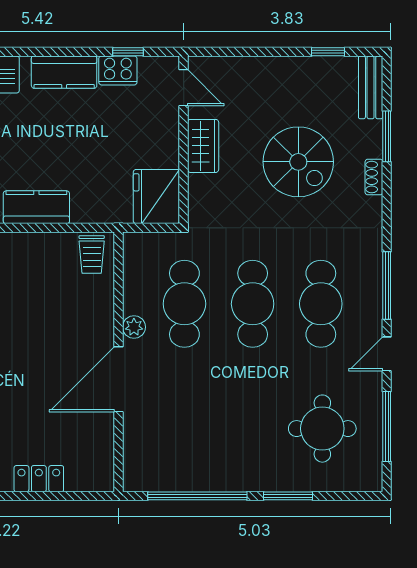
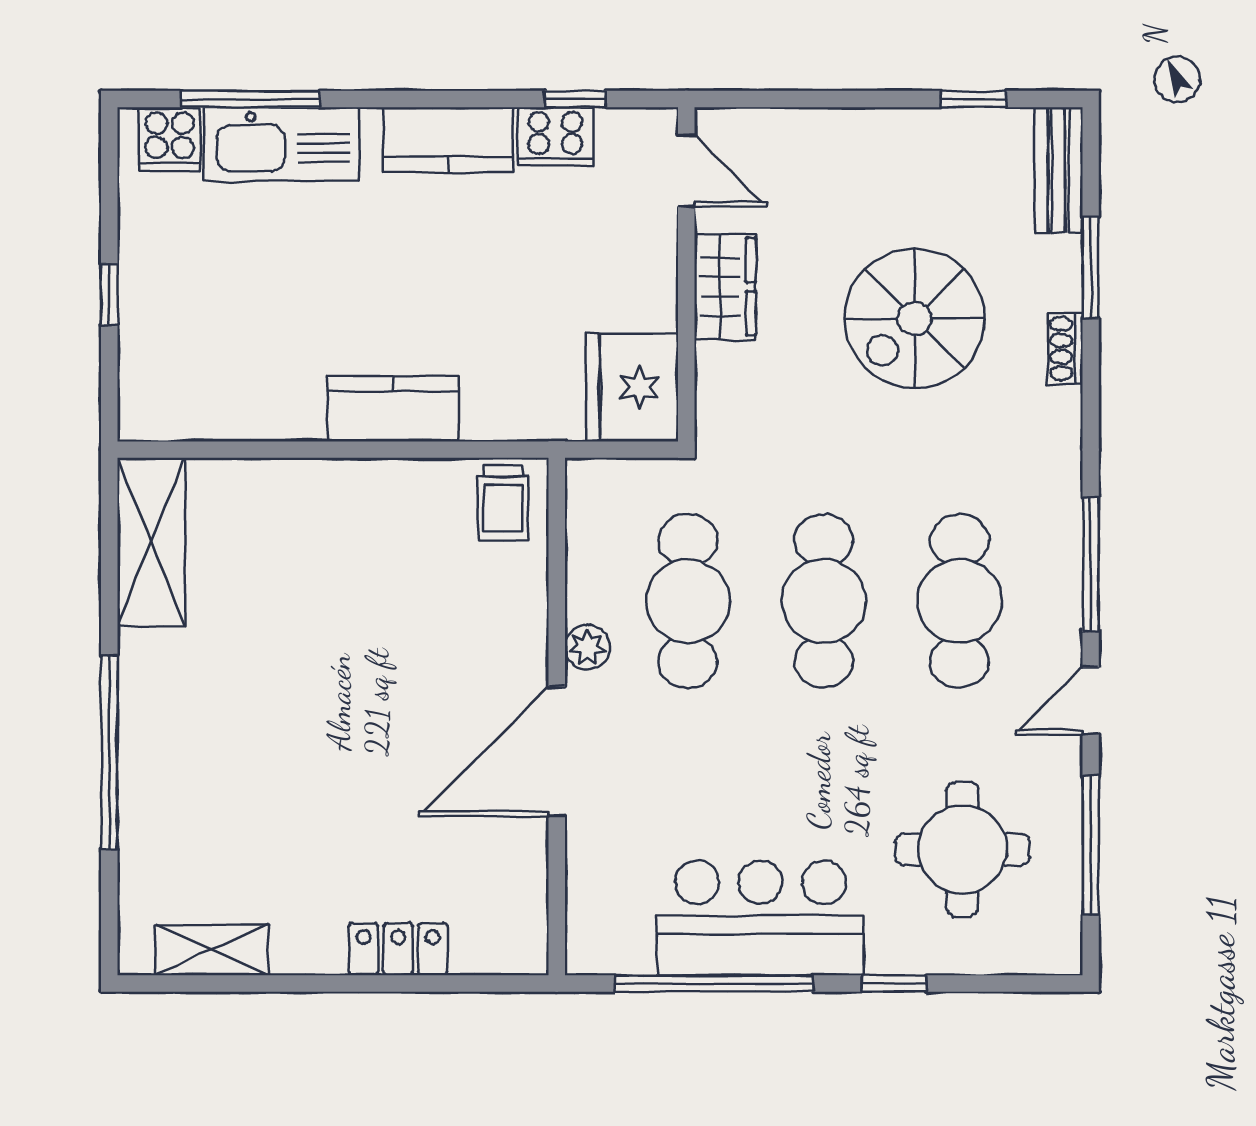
spiral stairs: (298, 162) -> (915, 318), turned 90
bar counter: (221, 463) -> (760, 918), added
window: (288, 496) -> (894, 983), width x0.67

